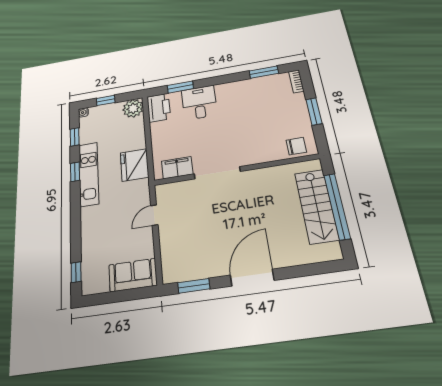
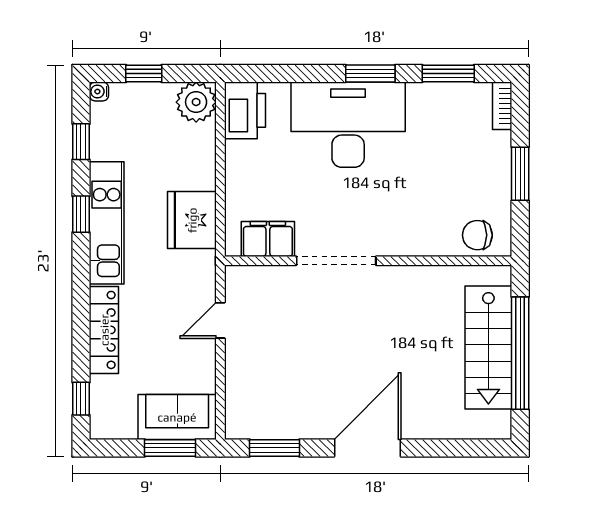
window: (180, 87) -> (370, 74), moved
desk: (199, 103) -> (348, 125), width x1.87, depth x1.30
chair: (296, 146) -> (477, 235), turned 180
locker: (88, 231) -> (104, 330), added
window: (130, 295) -> (170, 448), added

